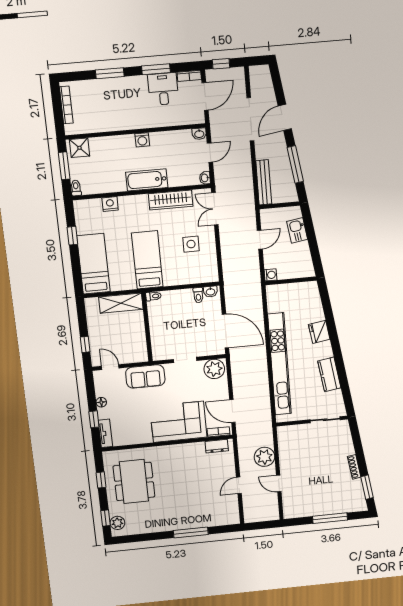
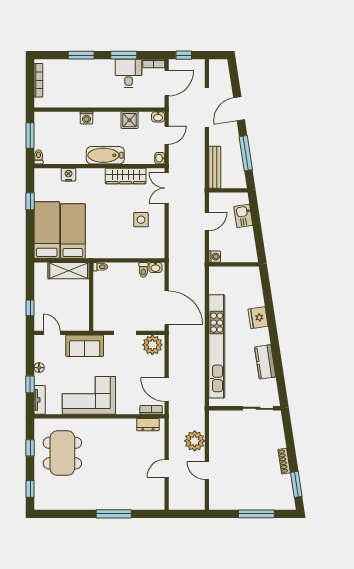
washing machine: (142, 140) -> (87, 118), moved
shower: (79, 148) -> (130, 120), moved
bed: (147, 260) -> (73, 231), moved
corner sofa: (178, 422) -> (89, 395), moved
plant: (117, 523) -> (41, 495), removed

